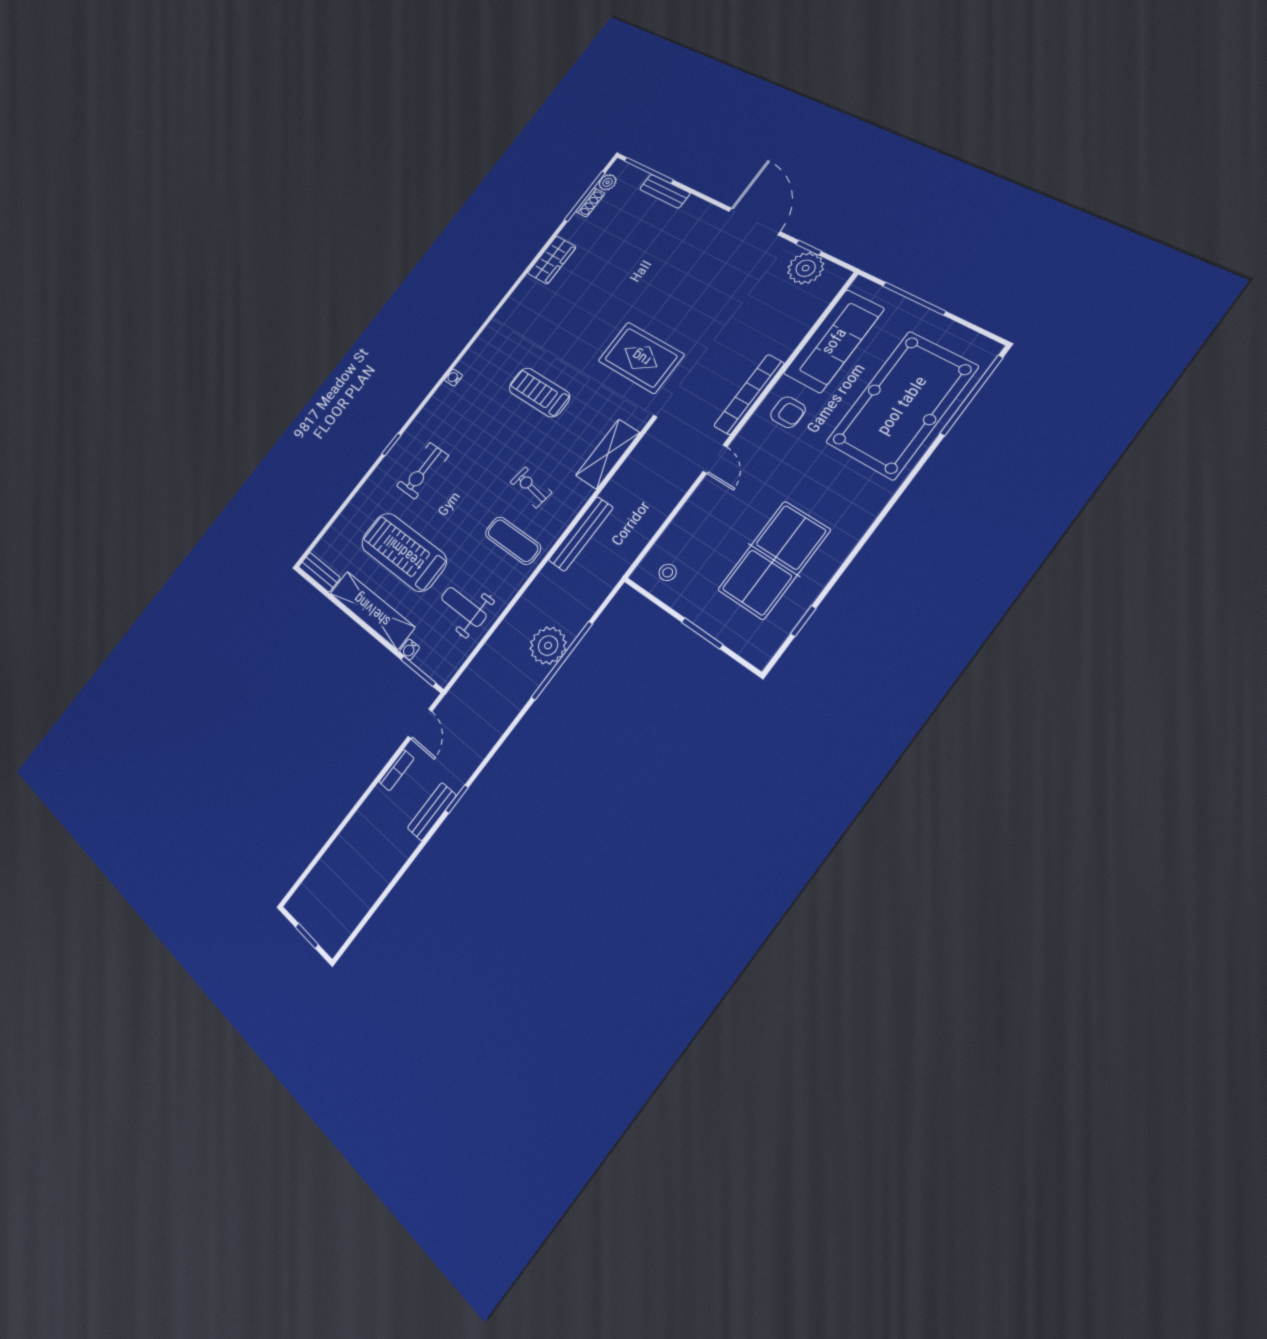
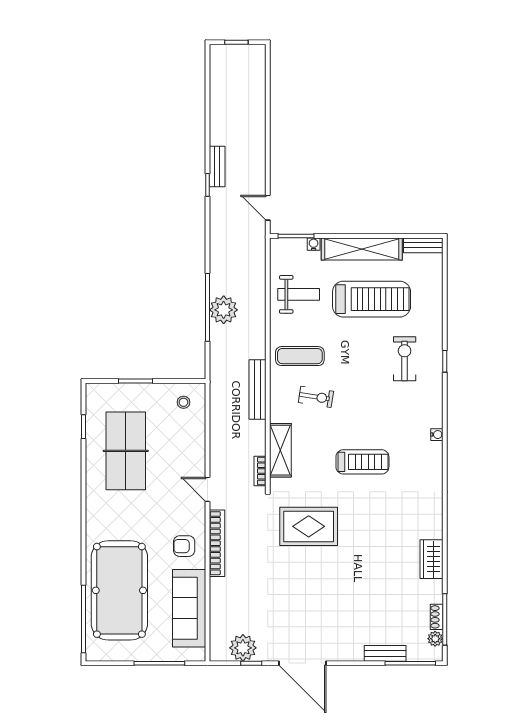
bookcase: (397, 770) -> (260, 471), moved

